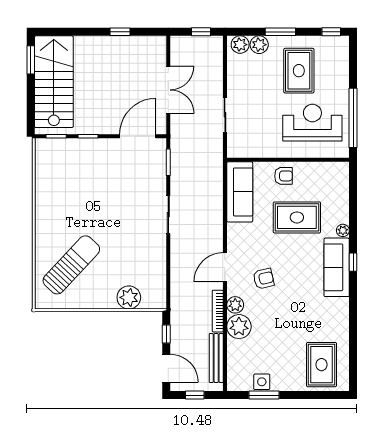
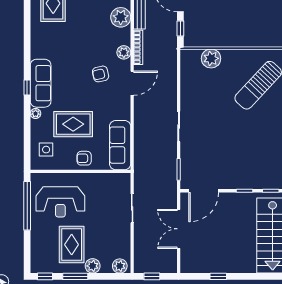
window: (280, 32) -> (75, 276), moved
plant: (259, 45) -> (93, 266), moved
side table: (330, 186) -> (46, 150), added
plant: (239, 327) -> (121, 17), moved

